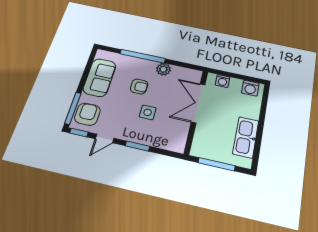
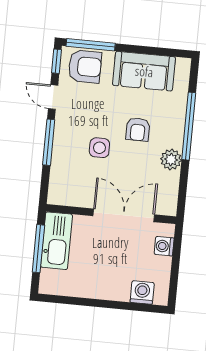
washing machine: (250, 88) -> (142, 292), moved, turned 90
kitchen sink: (246, 137) -> (57, 241), moved, turned 90
window: (138, 146) -> (49, 142), width x1.44

